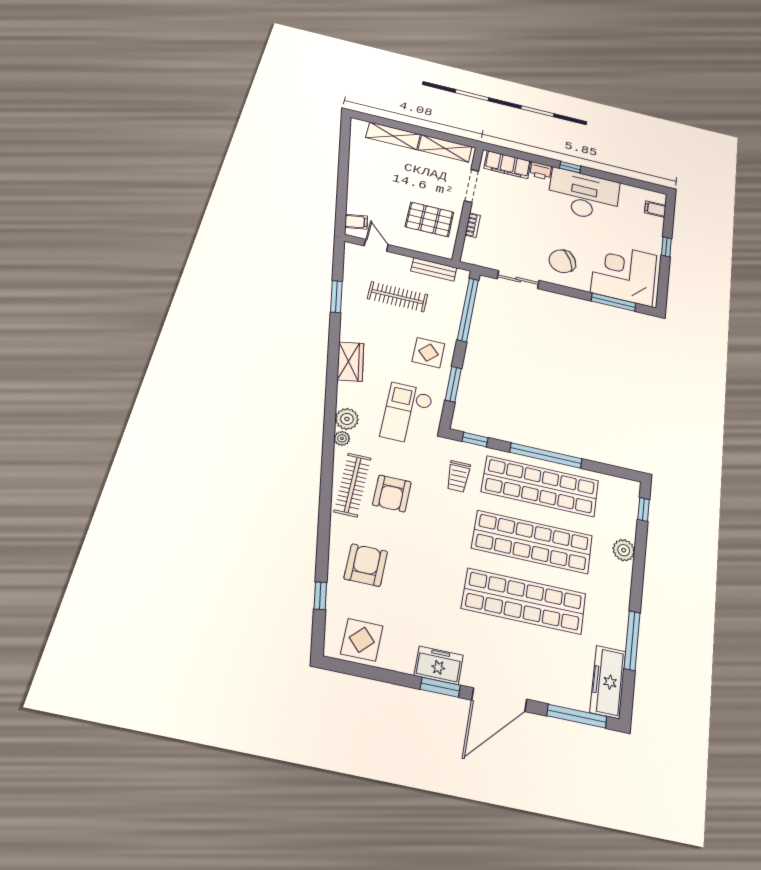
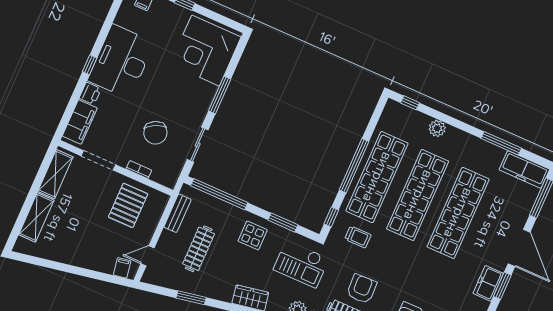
chair: (562, 261) -> (155, 133), moved
window: (613, 302) -> (220, 95), moved
armchair: (392, 493) -> (362, 289), turned -92

